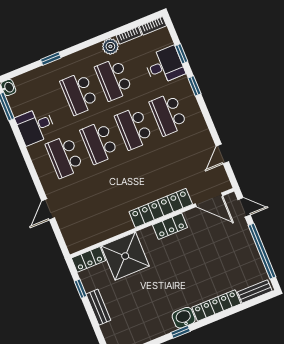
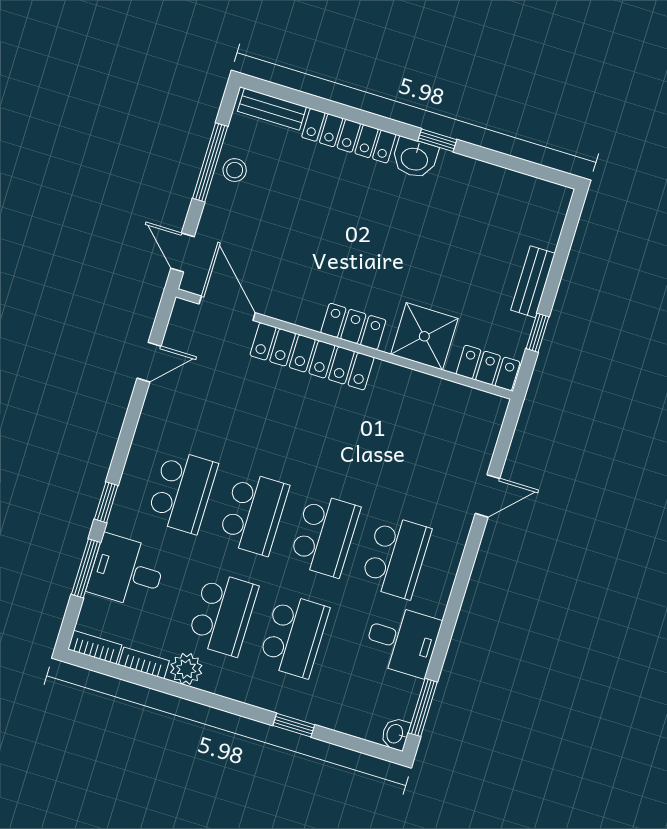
window: (181, 54) -> (86, 568), width x1.50
locker: (170, 226) -> (353, 326), moved
window: (262, 251) -> (210, 162), width x0.68
shower: (125, 256) -> (424, 336), width x0.73, depth x0.73
stool: (250, 256) -> (235, 170), added

